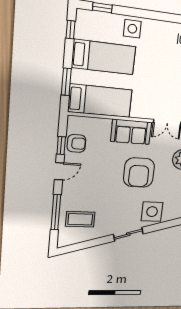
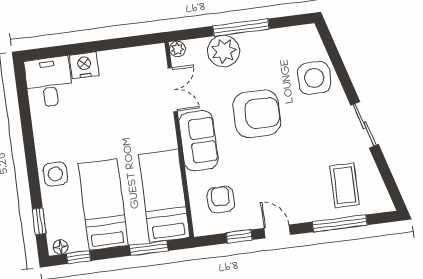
floor lamp: (81, 18) -> (61, 247), added
armchair: (76, 143) -> (221, 200), moved
sliding door: (128, 234) -> (365, 125), moved

